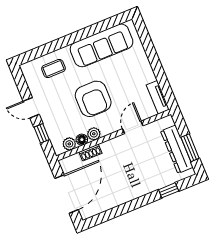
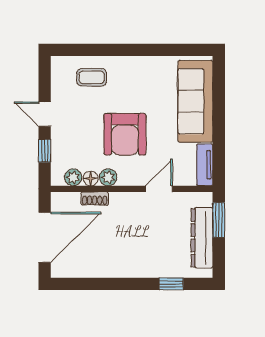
sofa: (102, 45) -> (195, 101), moved, turned 90
window: (190, 148) -> (219, 220), moved

